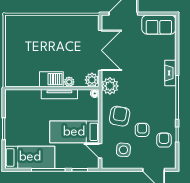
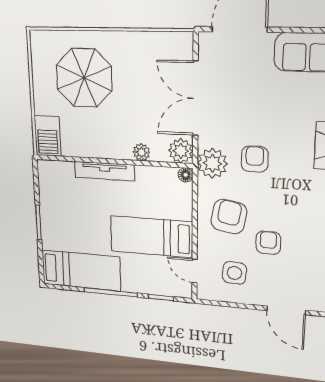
parasol: (36, 41) -> (84, 78), added
double door: (100, 50) -> (195, 98), swing flipped
barbecue: (51, 79) -> (47, 136), moved, turned 90
tv unit: (59, 94) -> (105, 171), moved
armchair: (164, 140) -> (255, 159), moved

